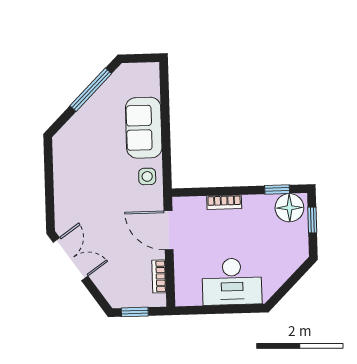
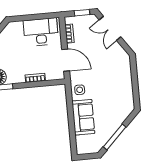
double door: (71, 259) -> (110, 28), moved
desk: (232, 282) -> (41, 32), moved

